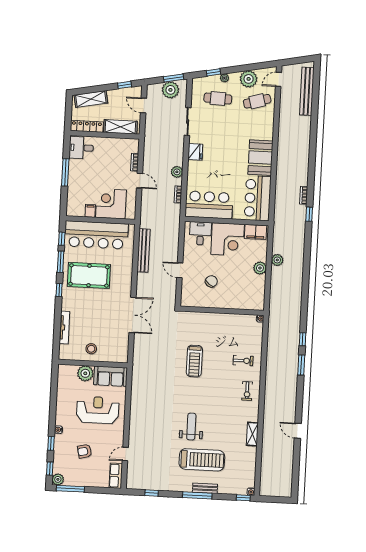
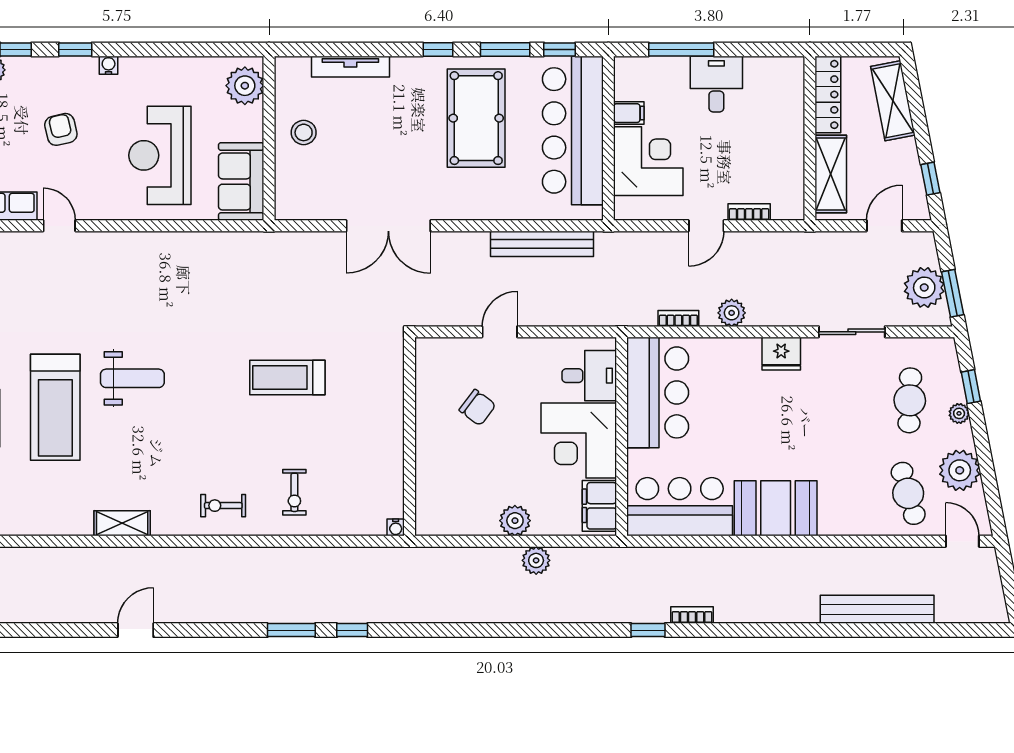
bench: (307, 91) -> (877, 609), moved
desk: (81, 148) -> (716, 84), moved
window: (65, 172) -> (681, 49), moved
plant: (85, 373) -> (245, 86), moved
reception desk: (98, 410) -> (160, 155), turned 180

